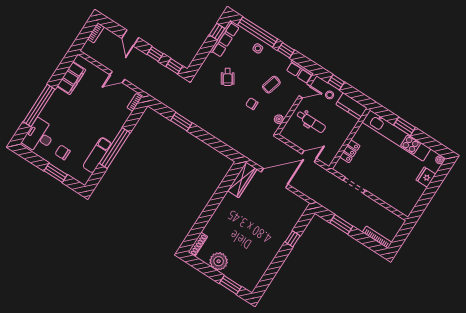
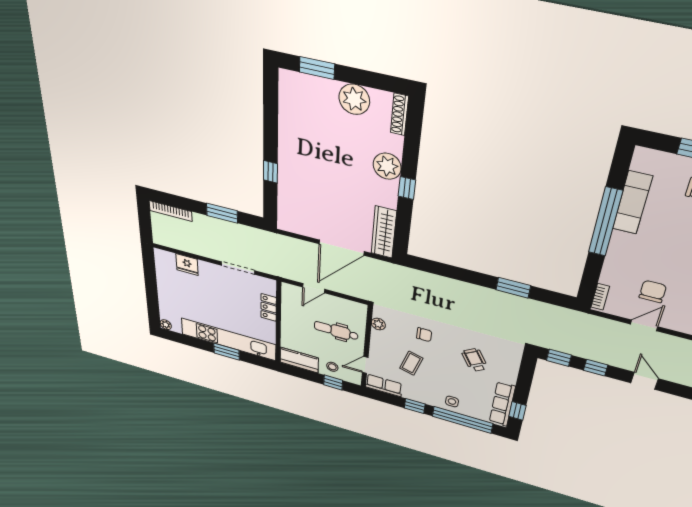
chair: (105, 98) -> (653, 292), added
fridge: (426, 177) -> (187, 264), moved, turned 90
window: (215, 202) -> (407, 188), added
plant: (220, 218) -> (387, 166), added

